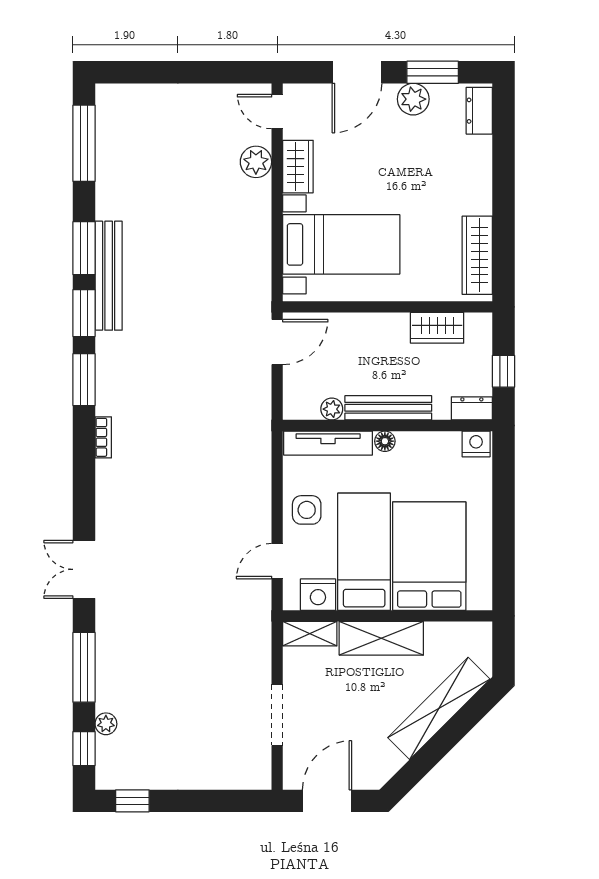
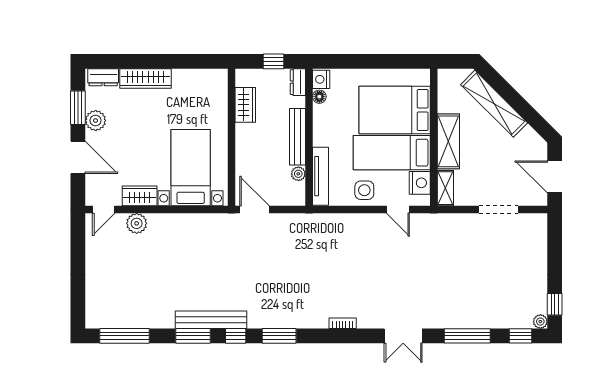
wardrobe: (477, 255) -> (145, 79), moved
window: (84, 313) -> (236, 336), width x0.67
bookcase: (103, 437) -> (343, 323), moved
floor lamp: (385, 441) -> (319, 97), moved
plant: (106, 724) -> (540, 322), moved

